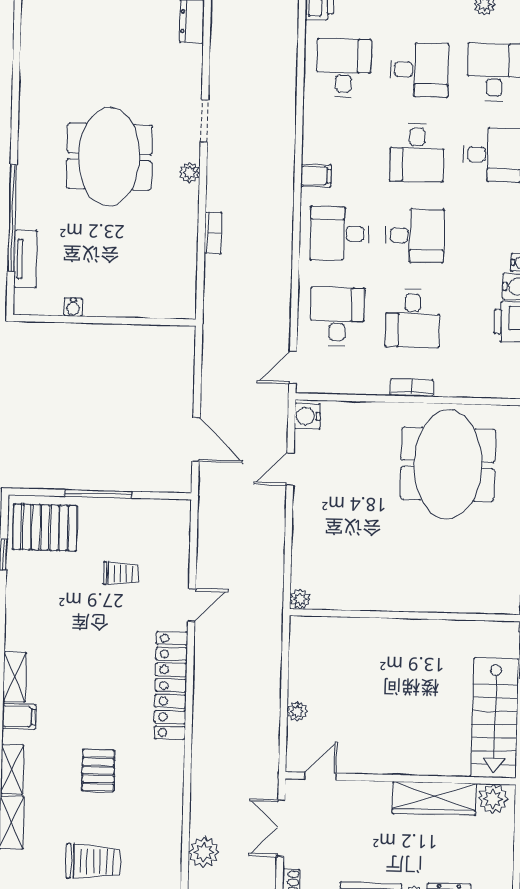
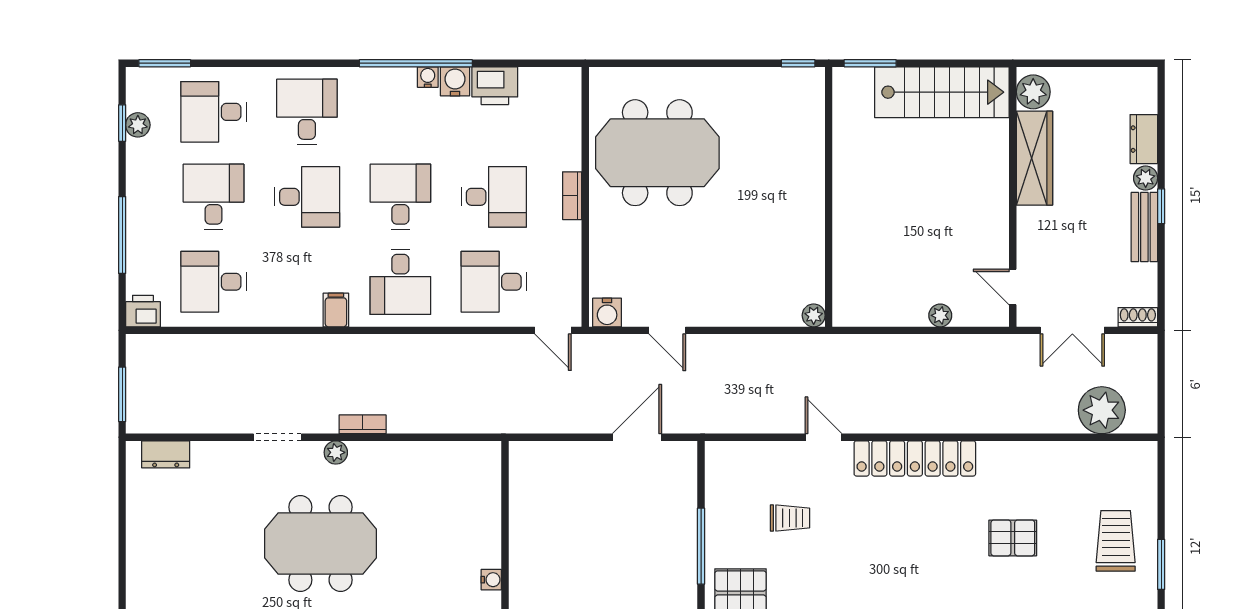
bookcase: (213, 233) -> (363, 424), moved
trolley: (121, 573) -> (790, 518), turned 90
plant: (204, 852) -> (1102, 410), width x1.36, depth x1.36

